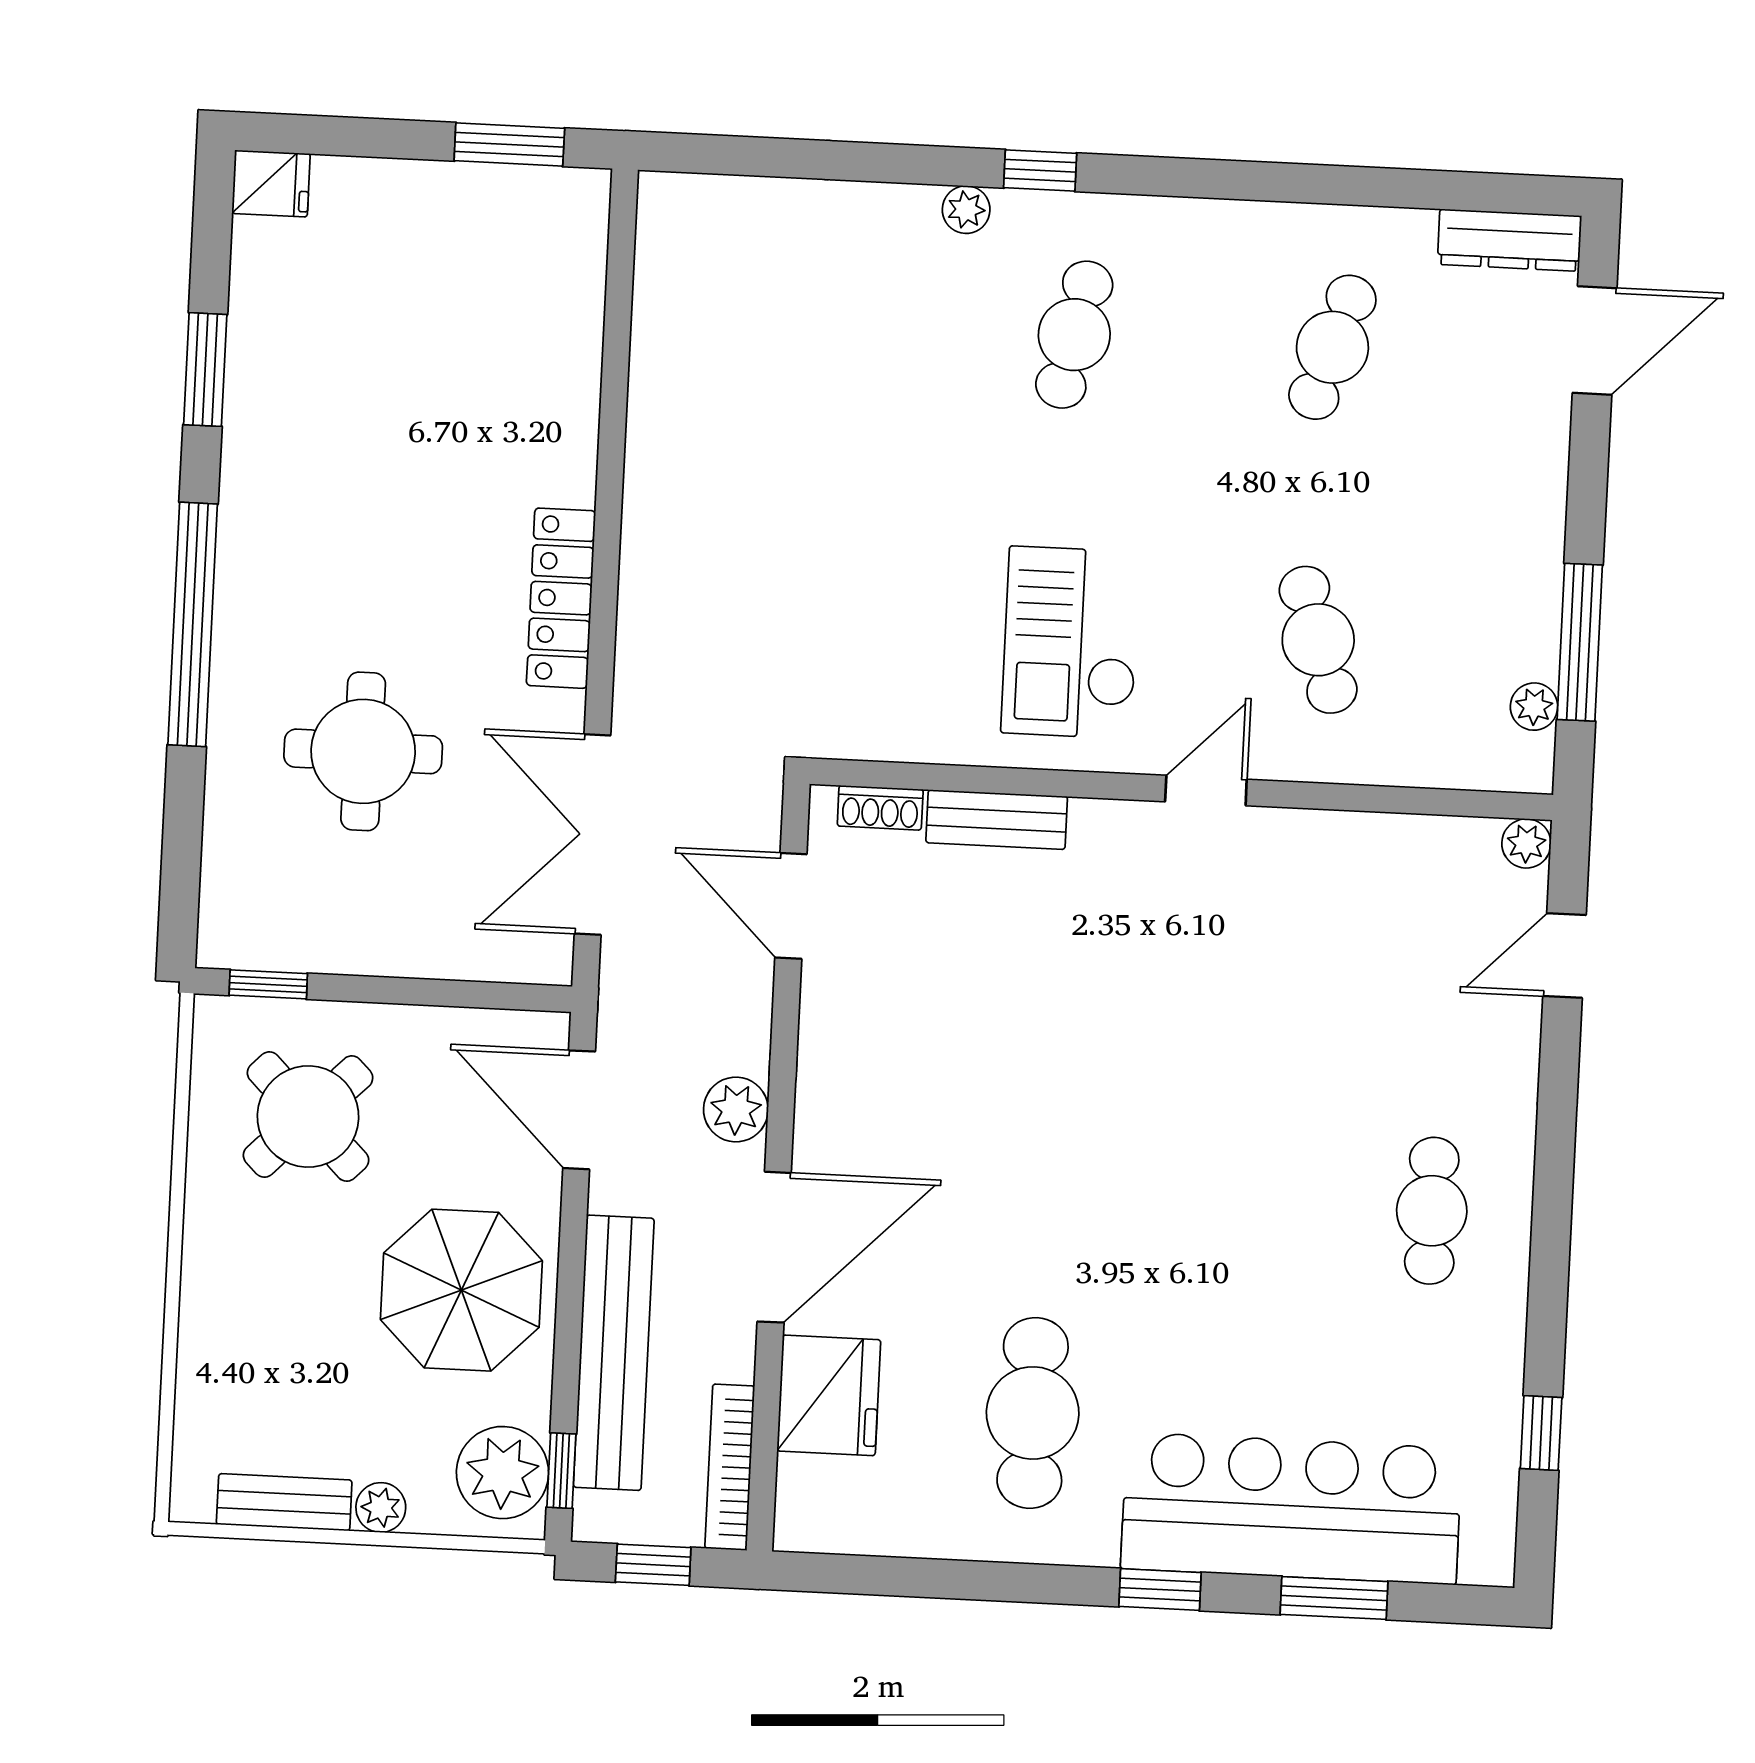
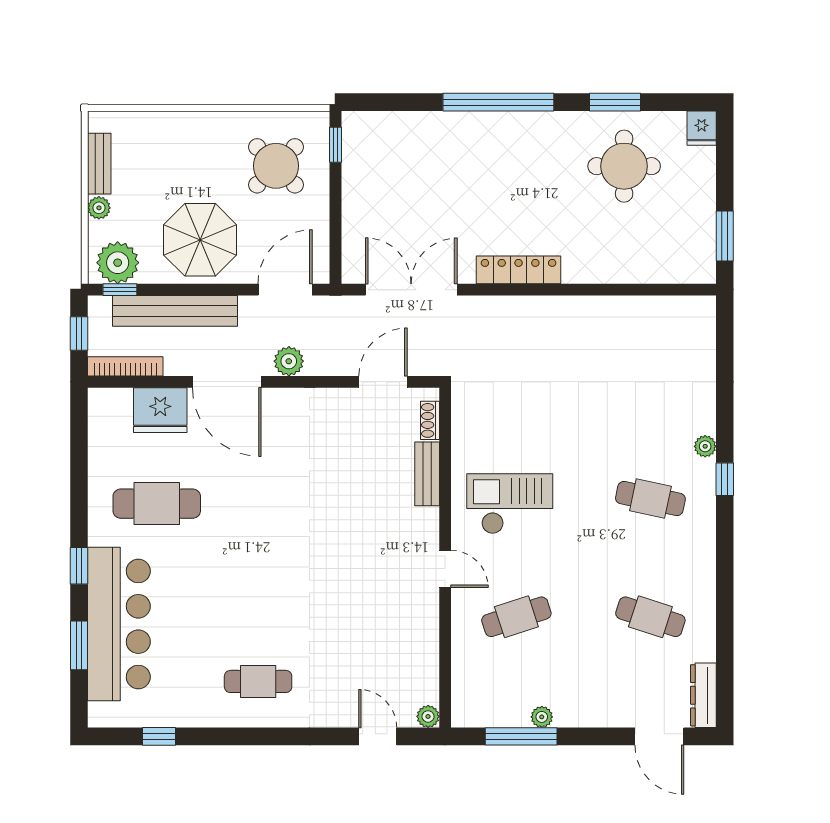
plant: (1534, 707) -> (542, 717), moved
round table: (363, 751) -> (624, 166), moved

